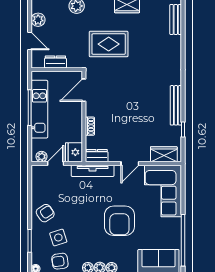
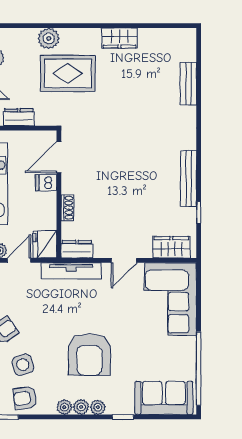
bench: (176, 19) -> (188, 84), moved
rug: (109, 44) -> (68, 73), moved
dishwasher: (75, 108) -> (46, 183), added
armchair: (119, 221) -> (89, 355), moved

